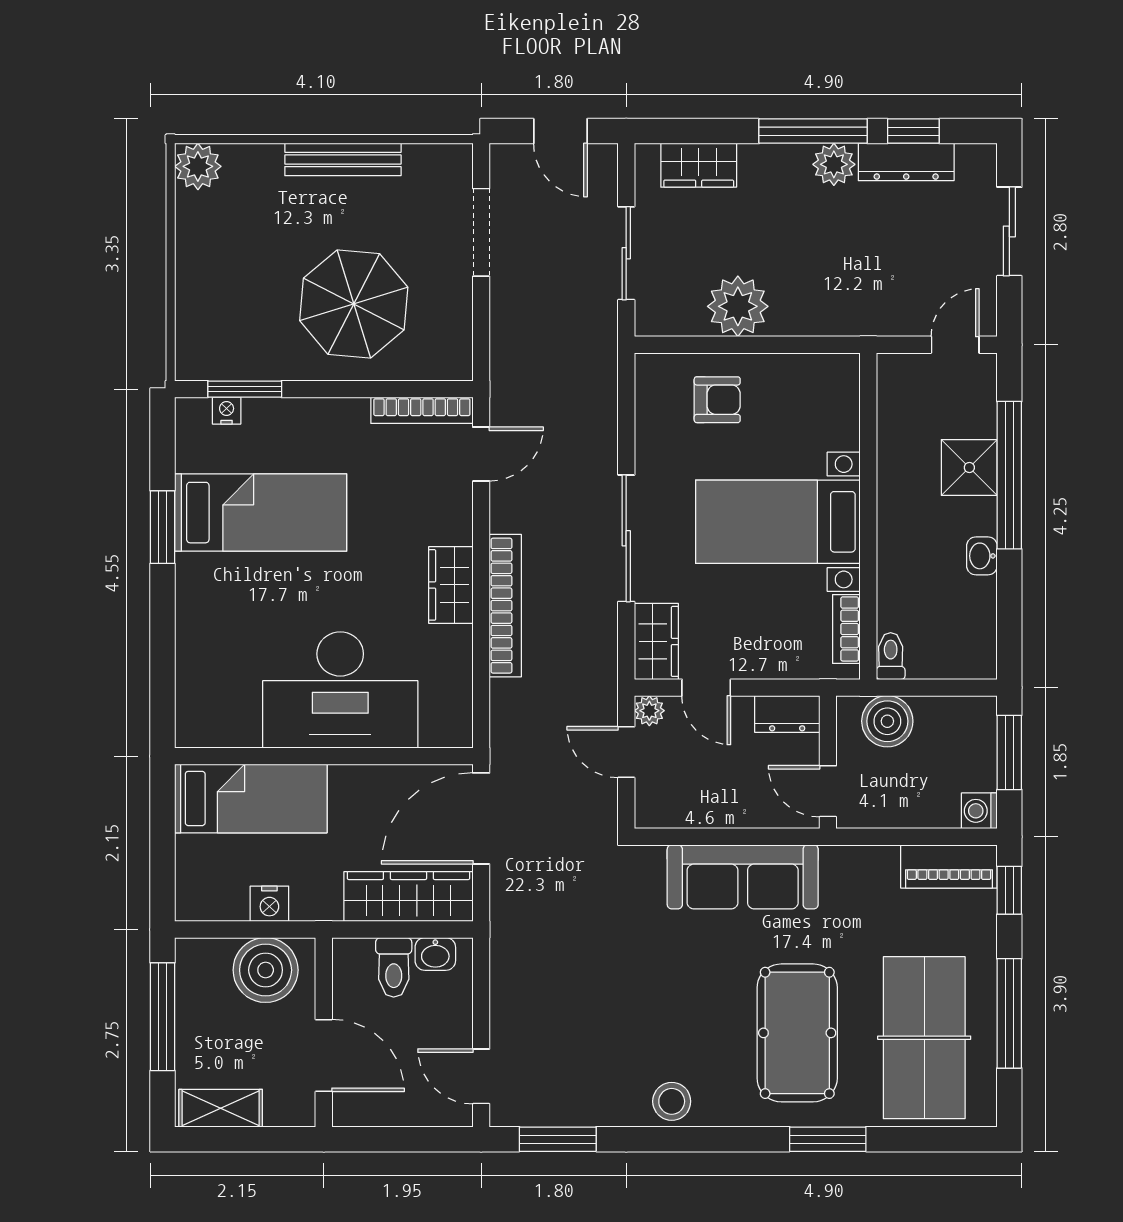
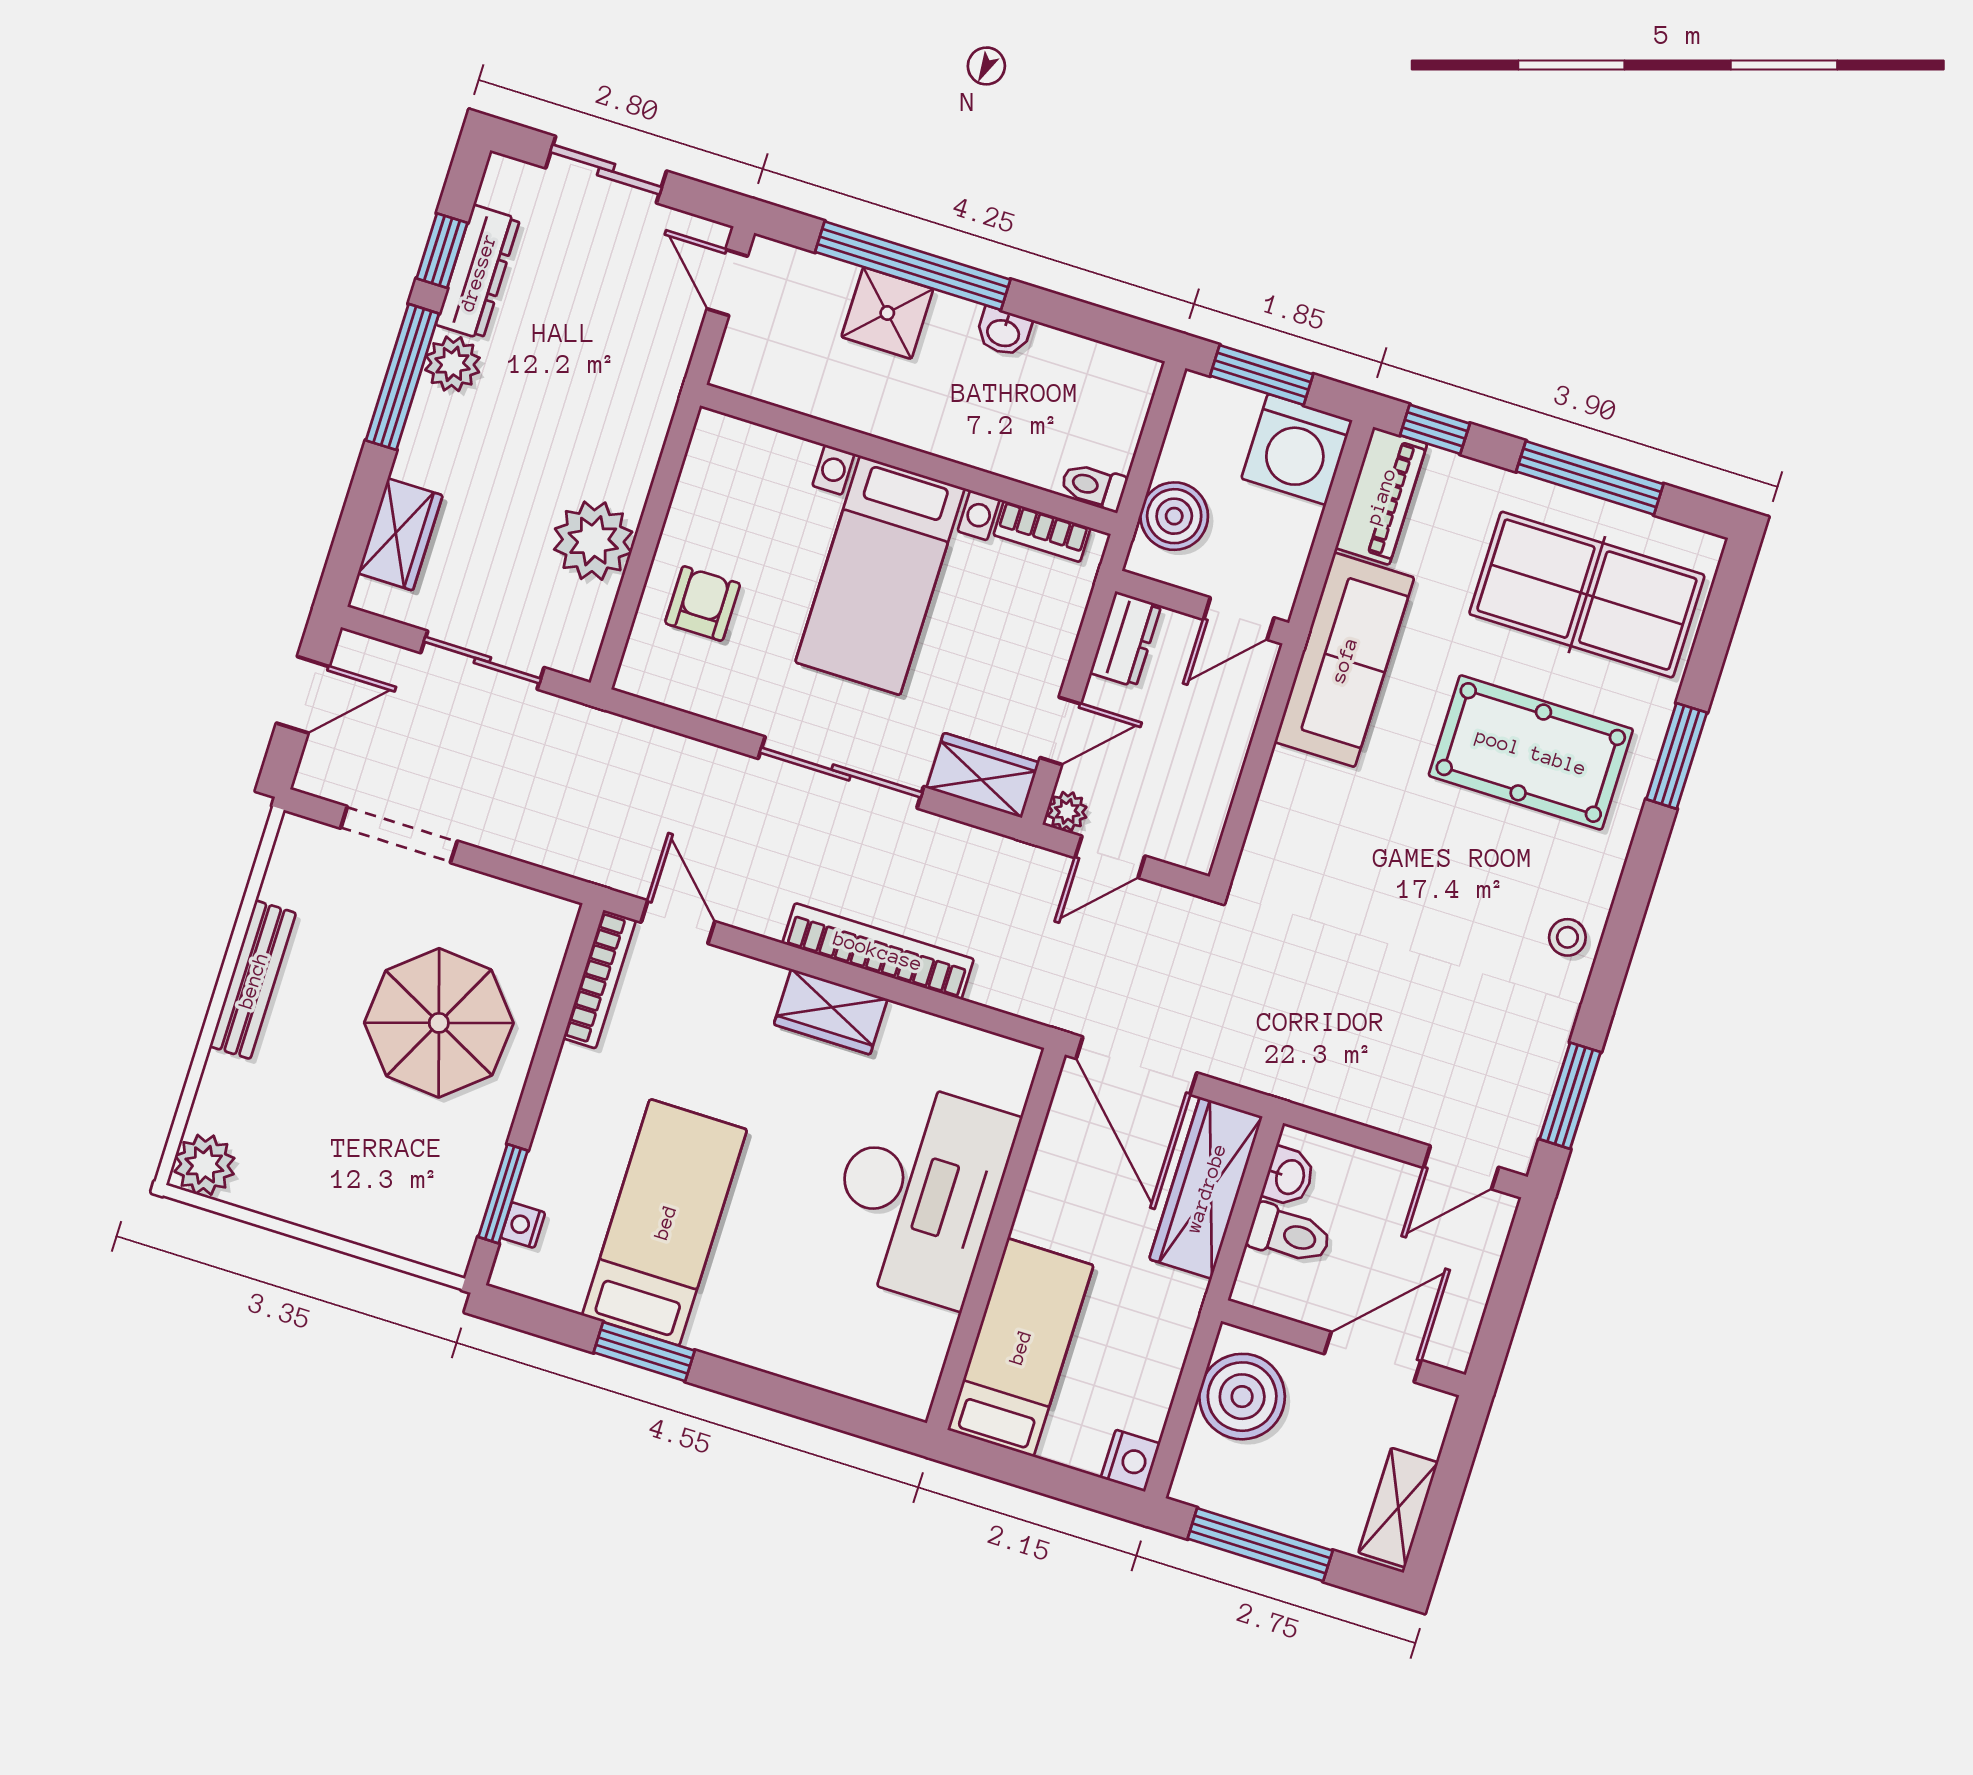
washing machine: (979, 811) -> (1297, 449), width x1.89, depth x1.89
sofa: (743, 877) -> (1344, 660), moved
nightstand: (269, 904) -> (1130, 1461), moved
stool: (672, 1101) -> (1567, 937), width x0.73, depth x0.73

